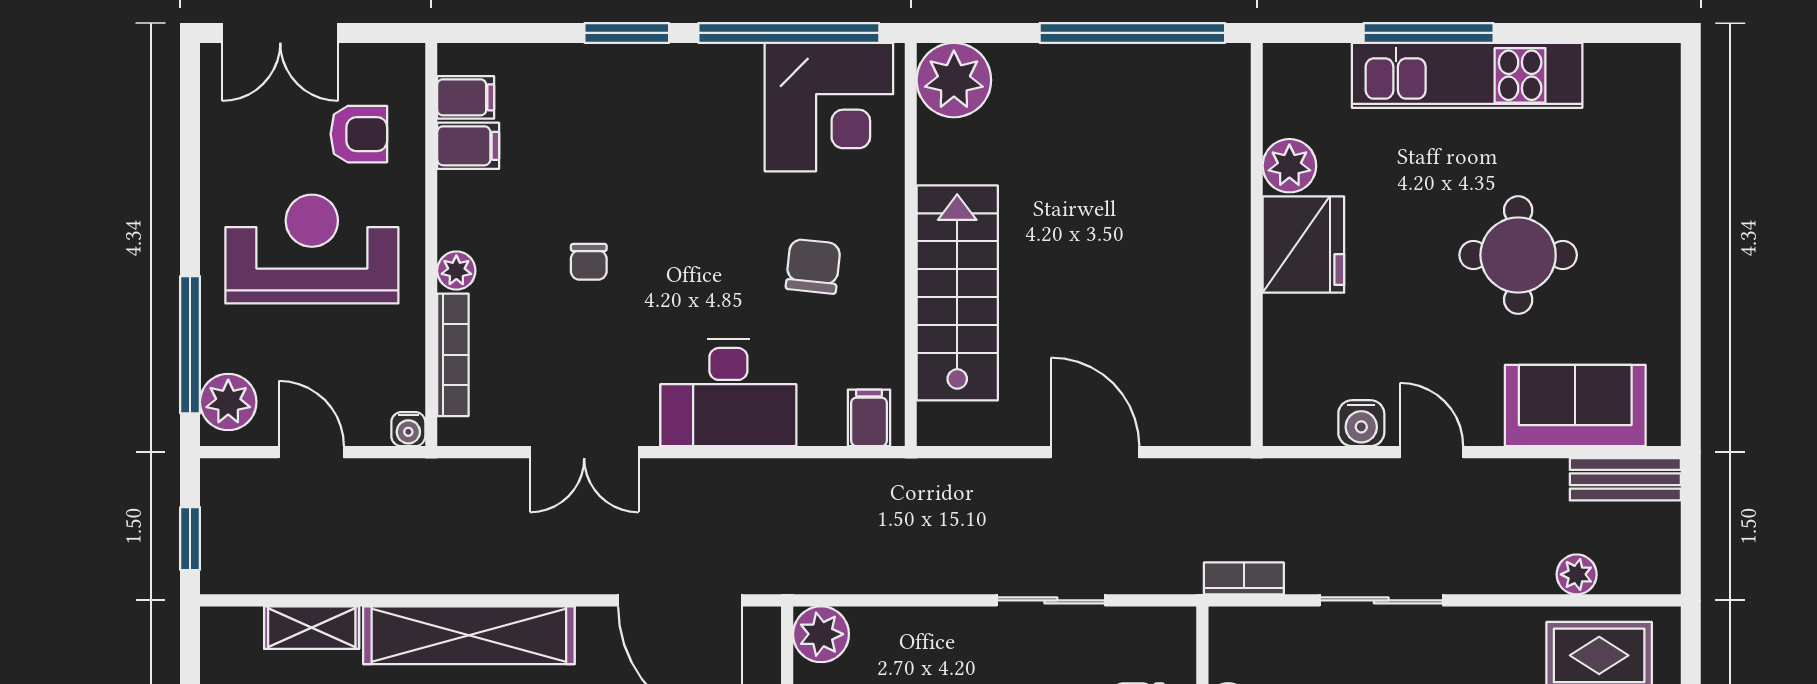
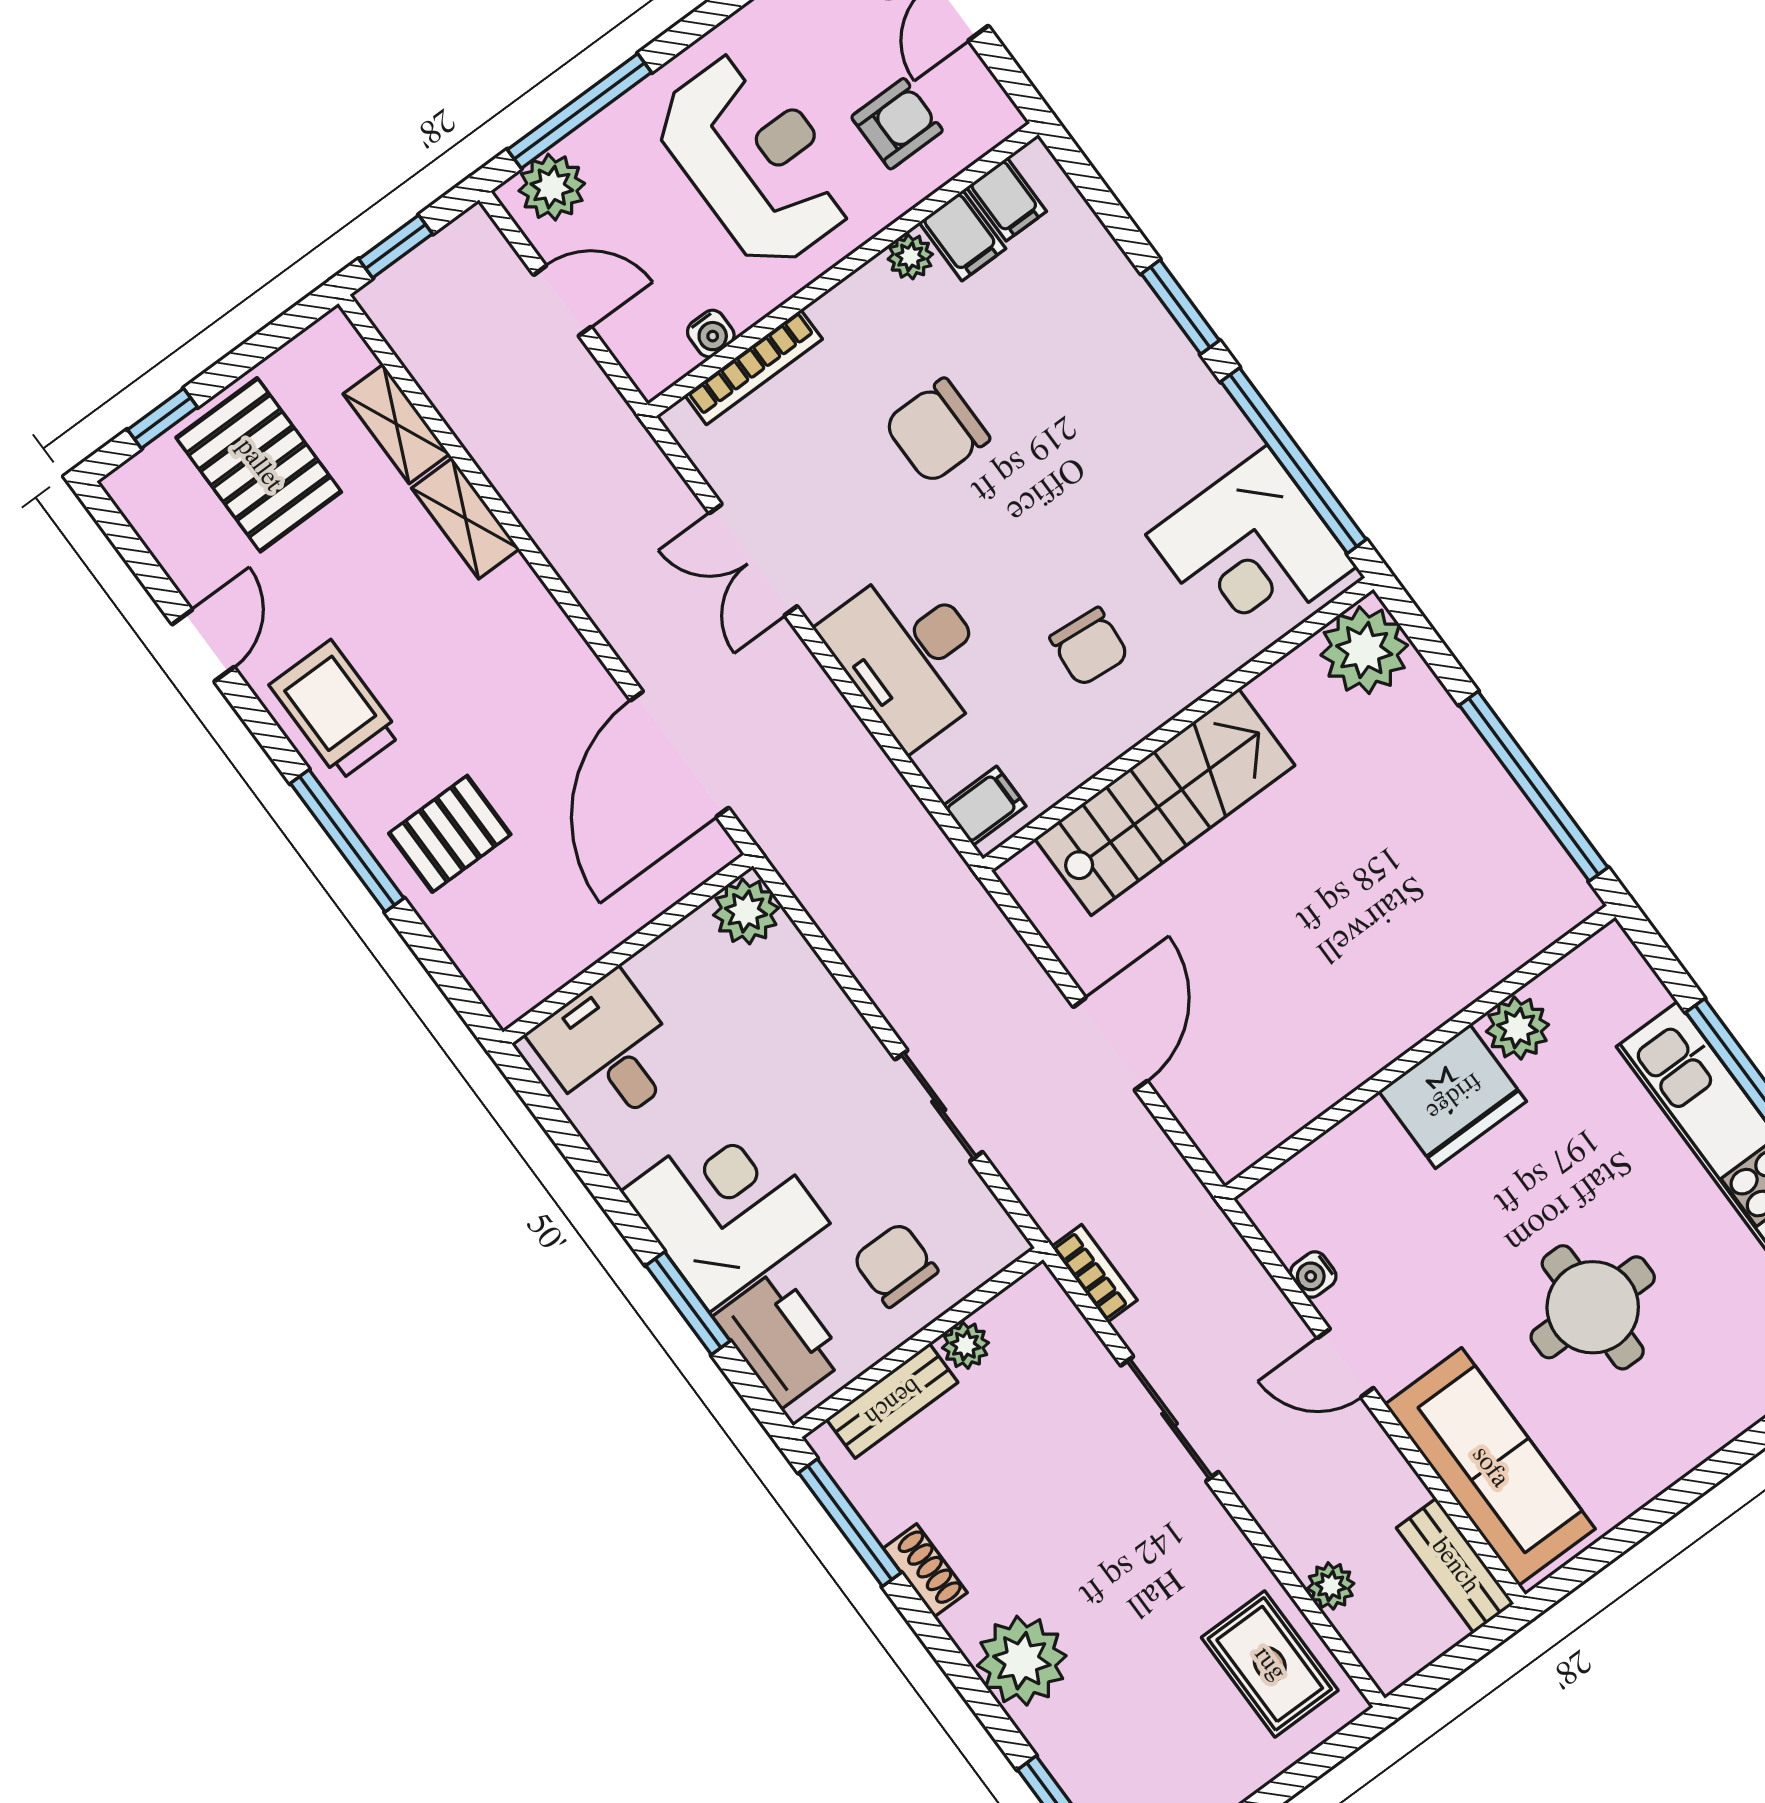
armchair: (359, 134) -> (897, 124), turned -90
chair: (589, 262) -> (937, 431), width x1.87, depth x1.87
chair: (813, 266) -> (1089, 647), turned 89
plant: (456, 271) -> (910, 257), moved
sofa: (1575, 405) -> (1490, 1467), width x1.36
water cooler: (1361, 423) -> (1313, 1275), width x0.72, depth x0.72
water cooler: (408, 429) -> (711, 334), moved, turned -90
door: (311, 452) -> (562, 301), hinge flipped
door: (1432, 452) -> (1345, 1363), swing flipped
shelving: (469, 635) -> (465, 519), width x0.45, depth x0.75

